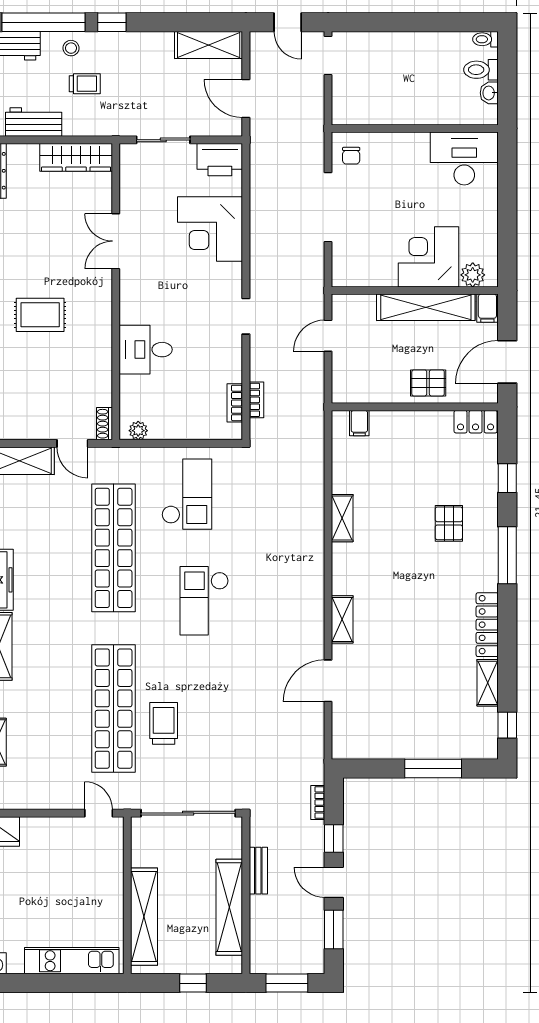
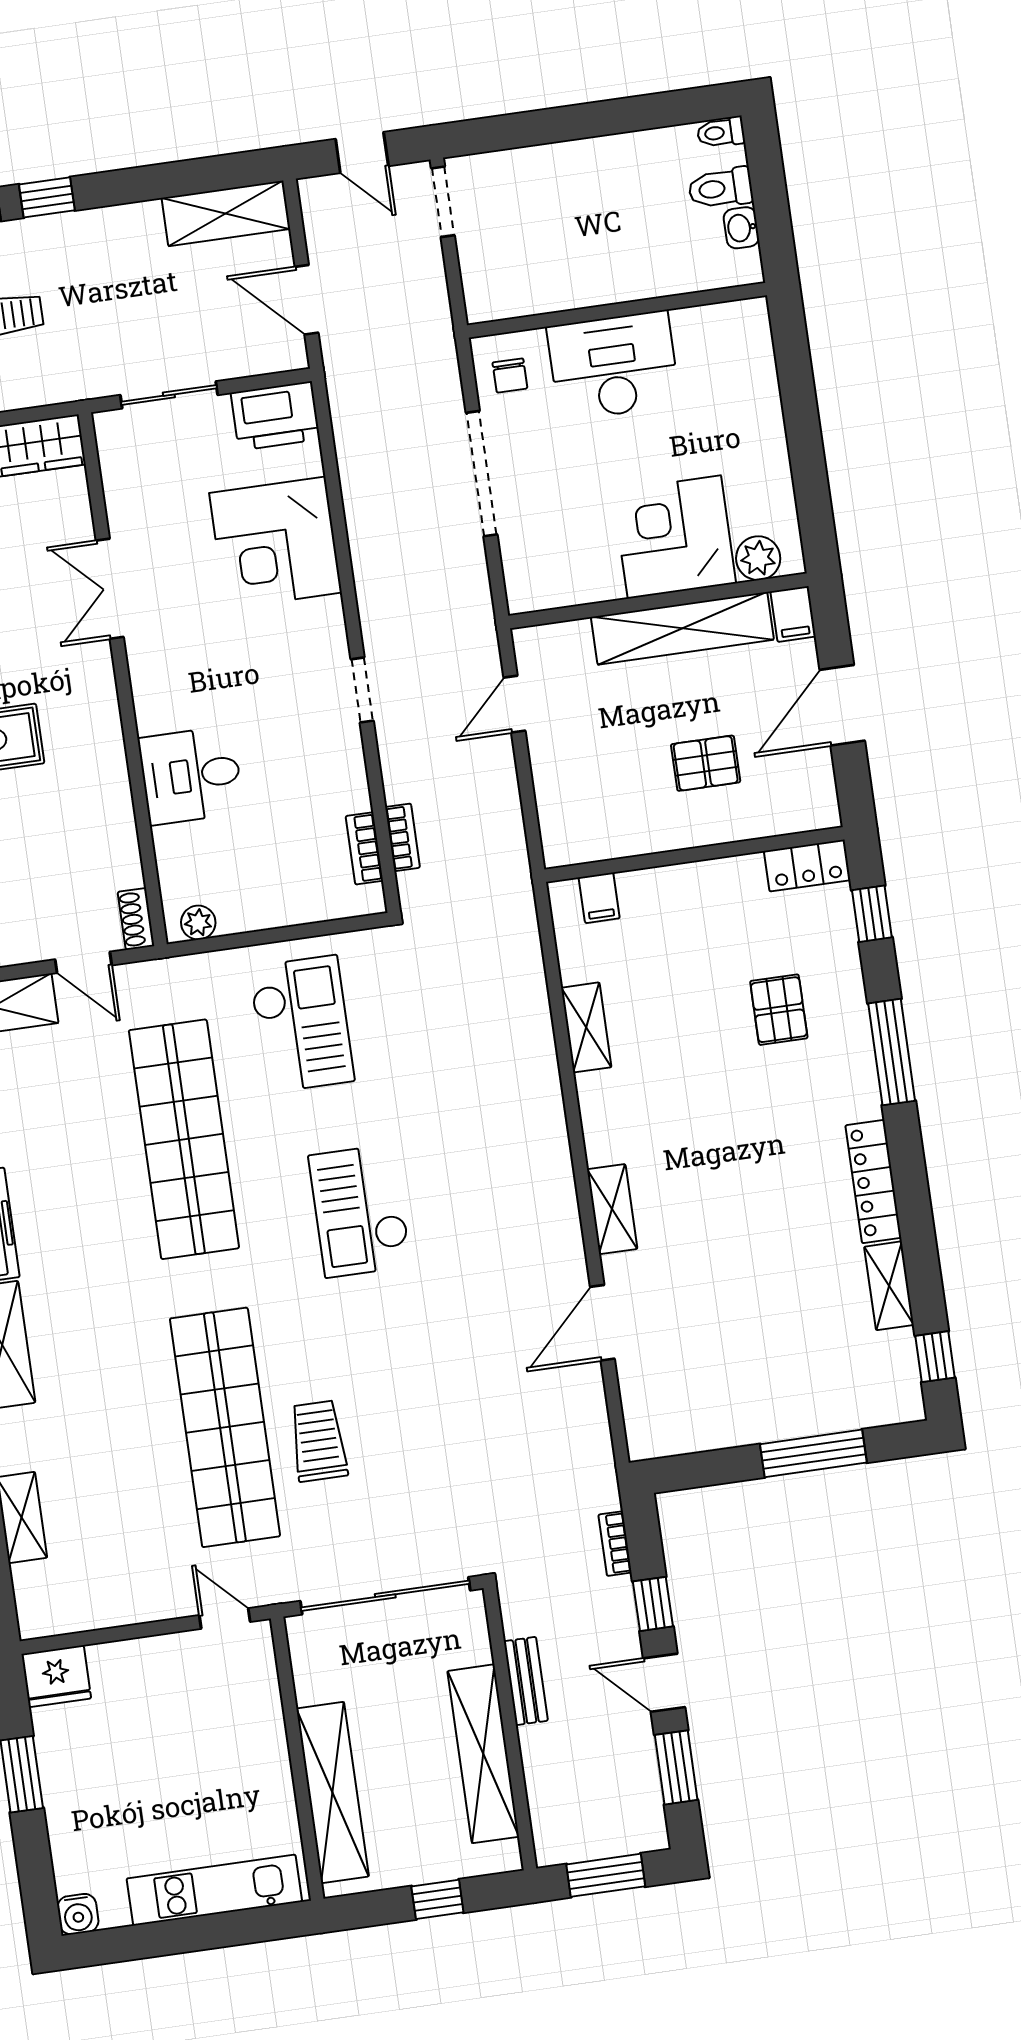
desk: (464, 158) -> (613, 366), moved
wall: (415, 407) -> (694, 855), moved
locker: (476, 422) -> (807, 866), moved
filing cabinet: (359, 423) -> (599, 898), moved

